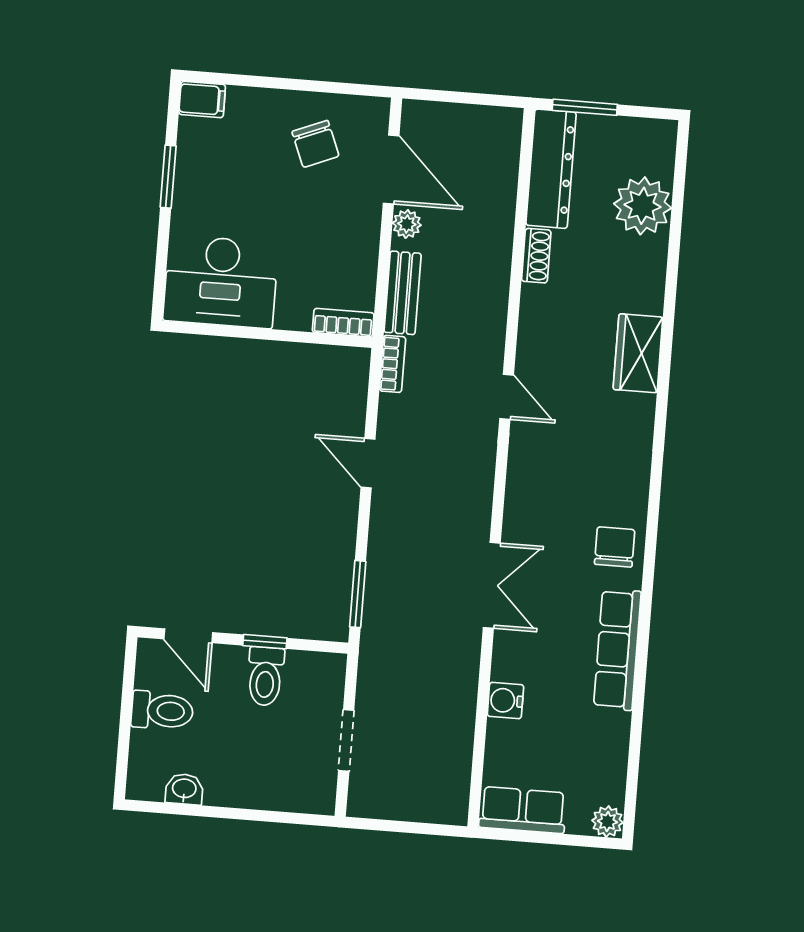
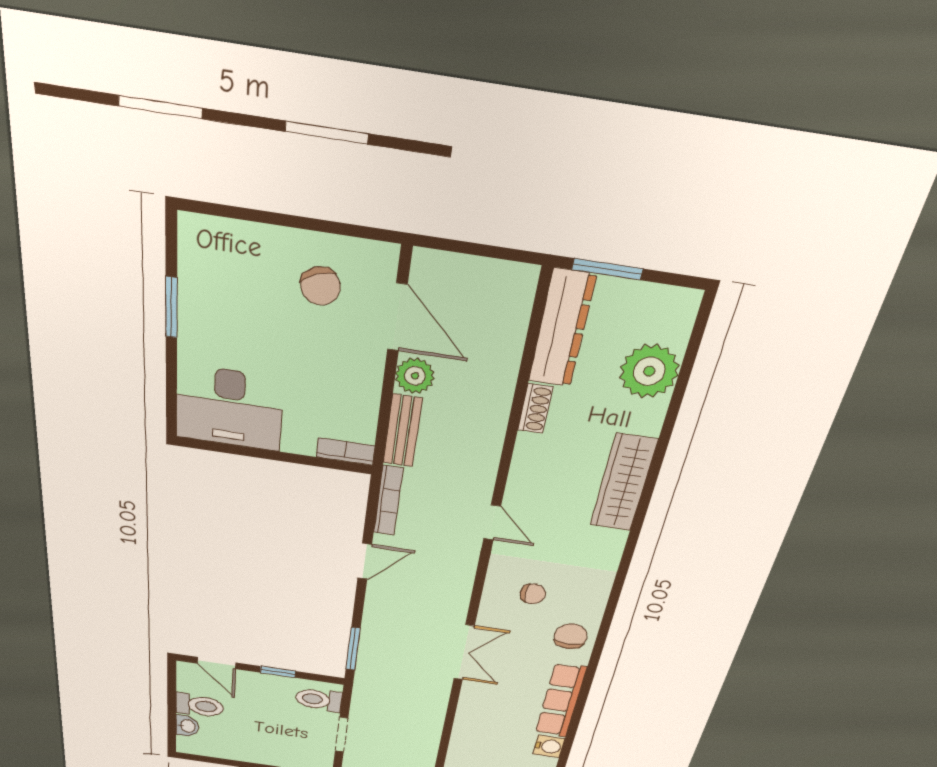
filing cabinet: (202, 100) -> (201, 231), removed
plant: (407, 224) -> (415, 376), width x1.38, depth x1.38
wardrobe: (638, 353) -> (623, 483), width x1.50
bookcase: (393, 364) -> (388, 501), width x1.56
door: (368, 463) -> (365, 561), swing flipped
chair: (563, 490) -> (533, 594), added
toilet: (265, 676) -> (319, 700), moved, turned 90
water cooler: (505, 701) -> (549, 746), moved, turned 180
washbasin: (184, 789) -> (187, 726), moved, turned 90

